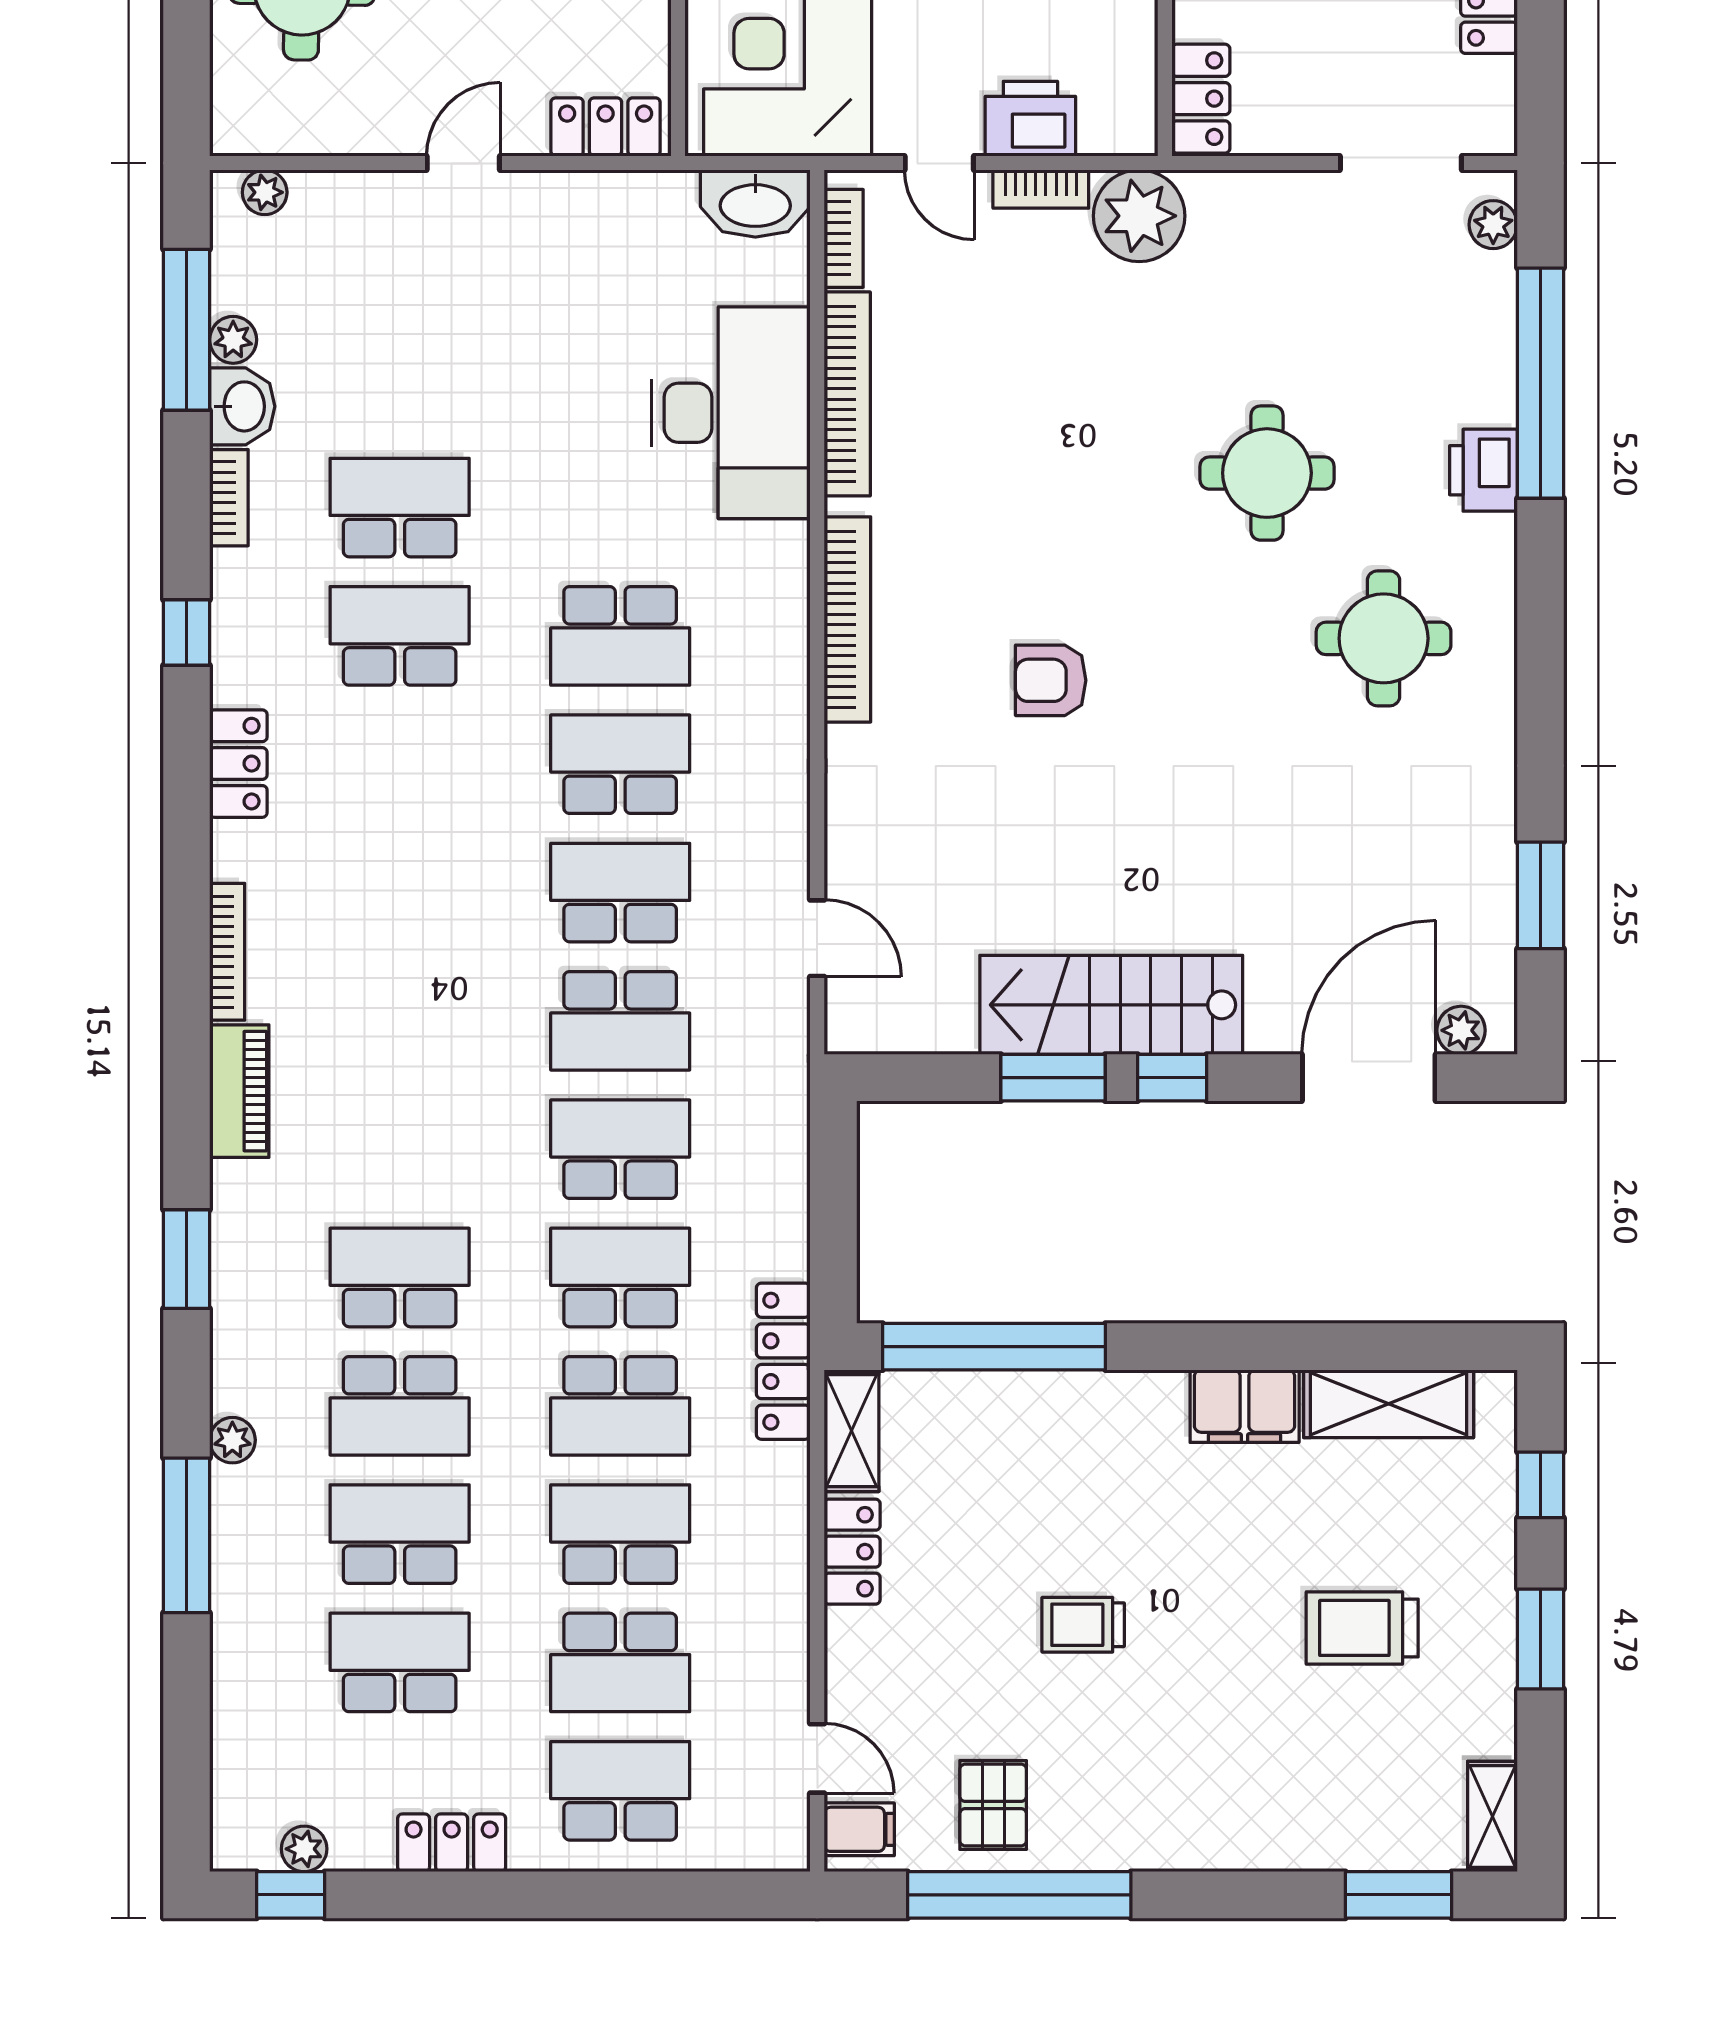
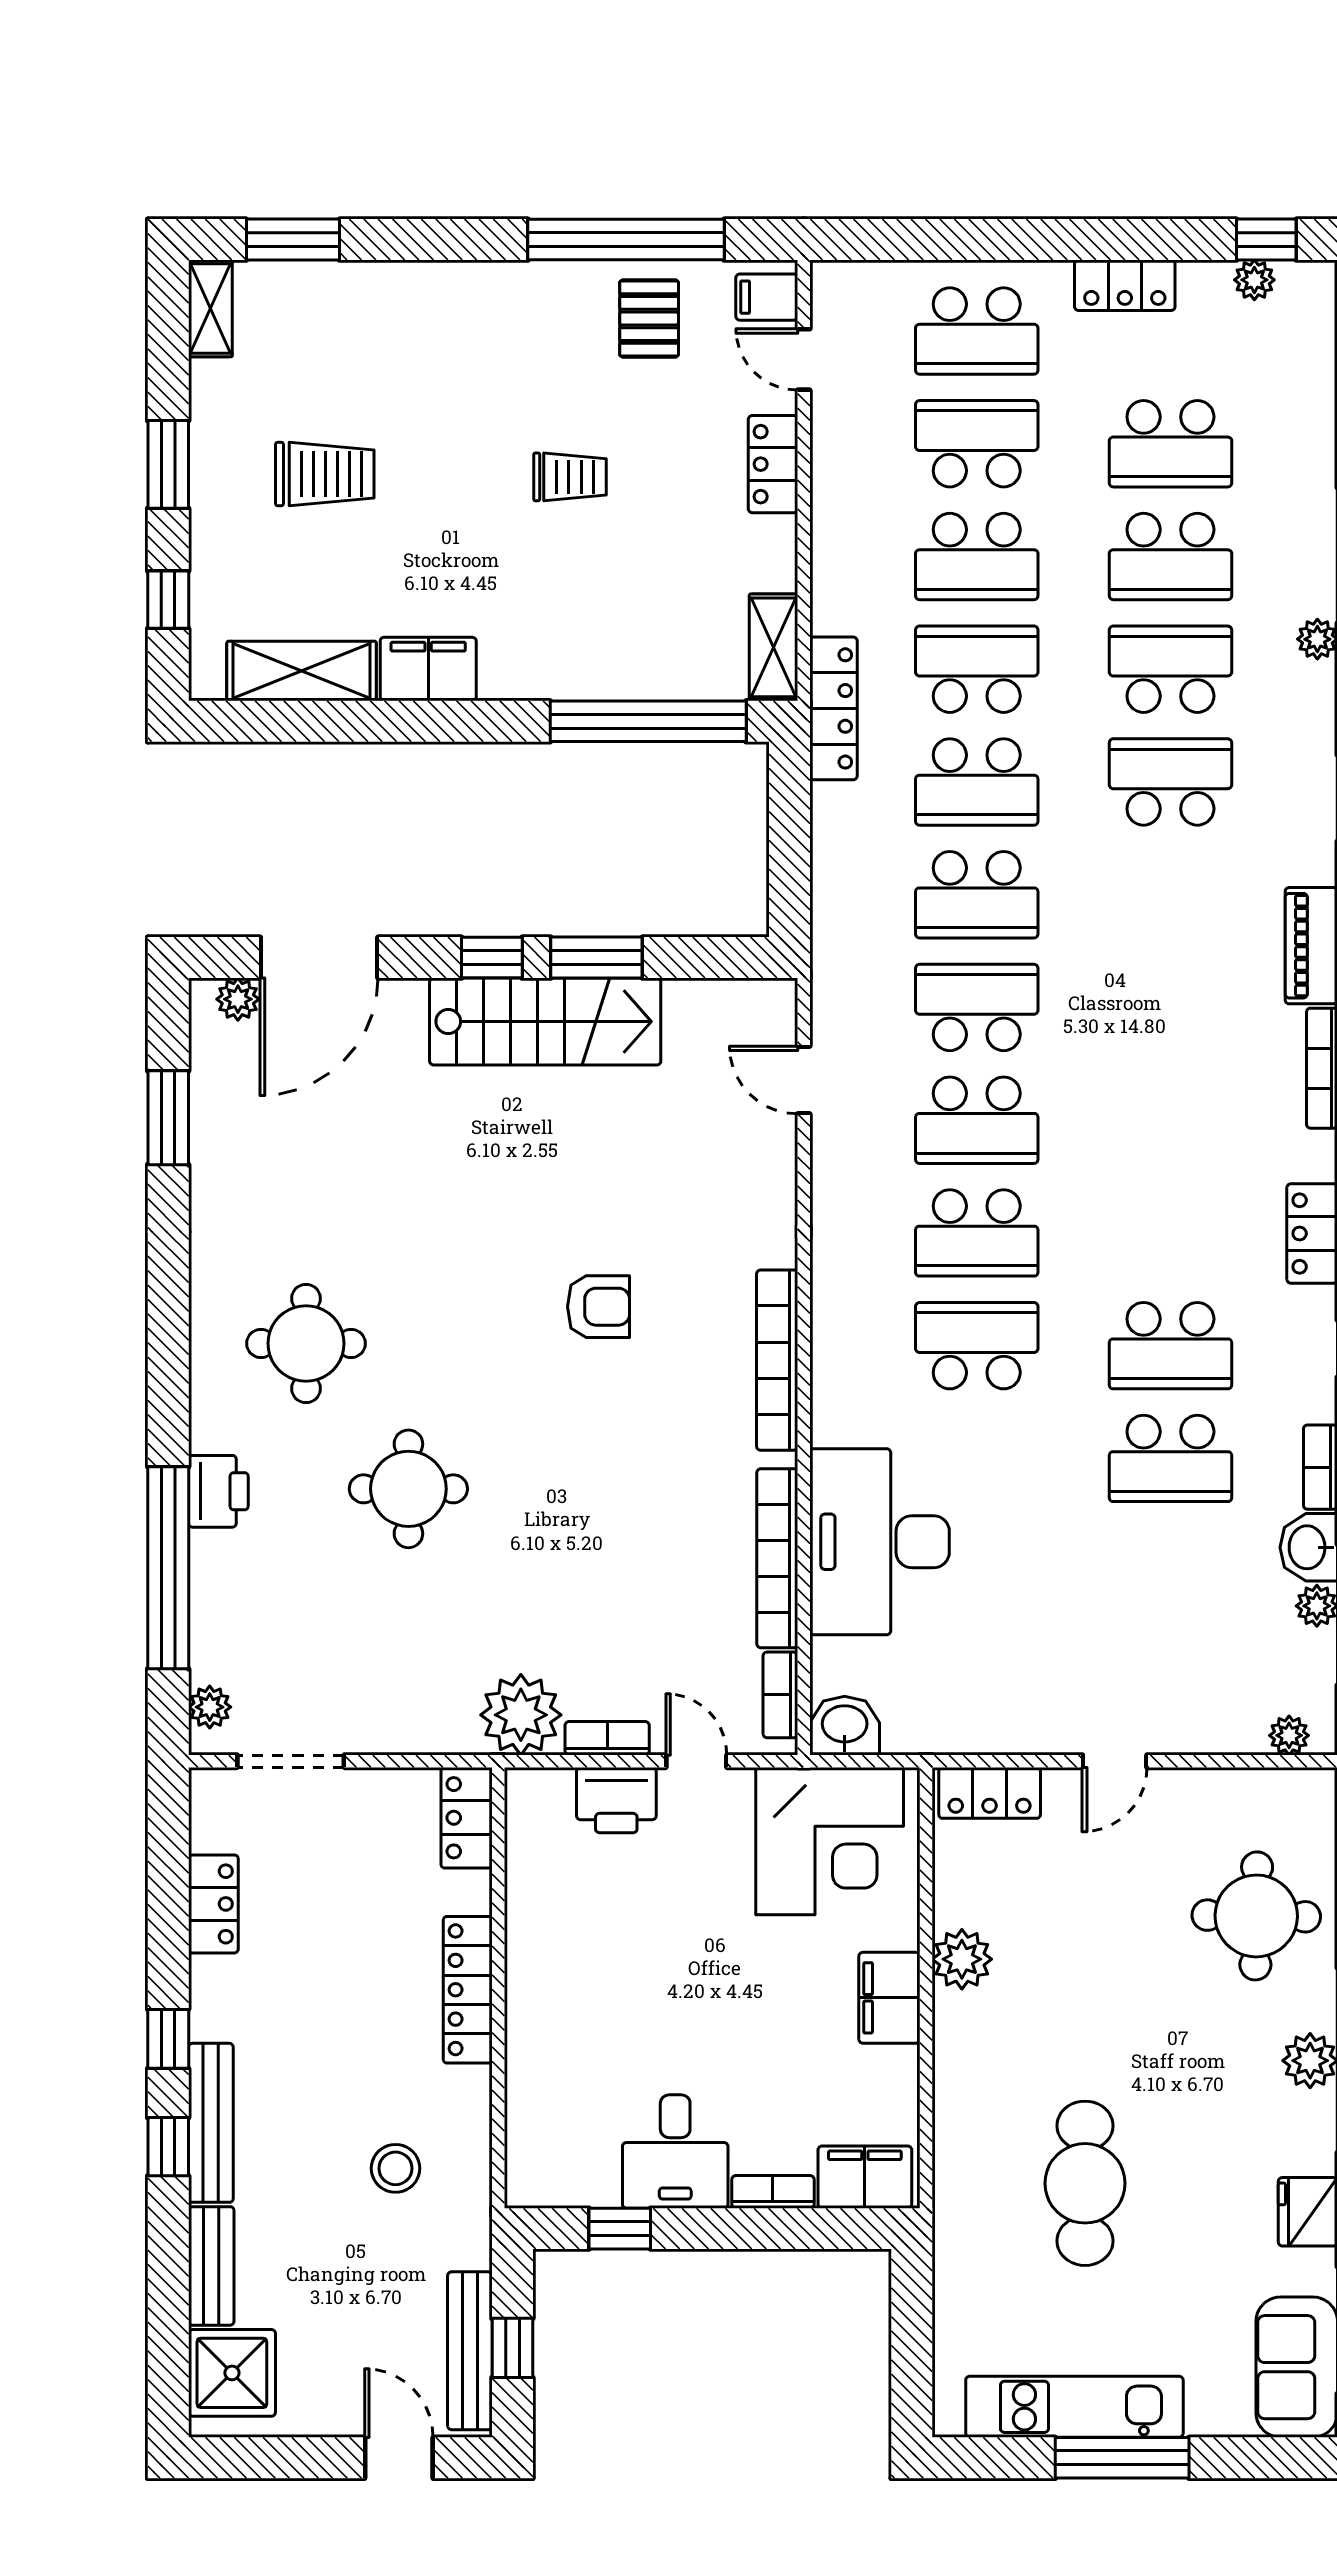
washbasin: (755, 204) -> (845, 1726), width x0.72
school desk: (400, 1277) -> (1170, 782), turned 180
locker: (852, 1552) -> (773, 464), moved

